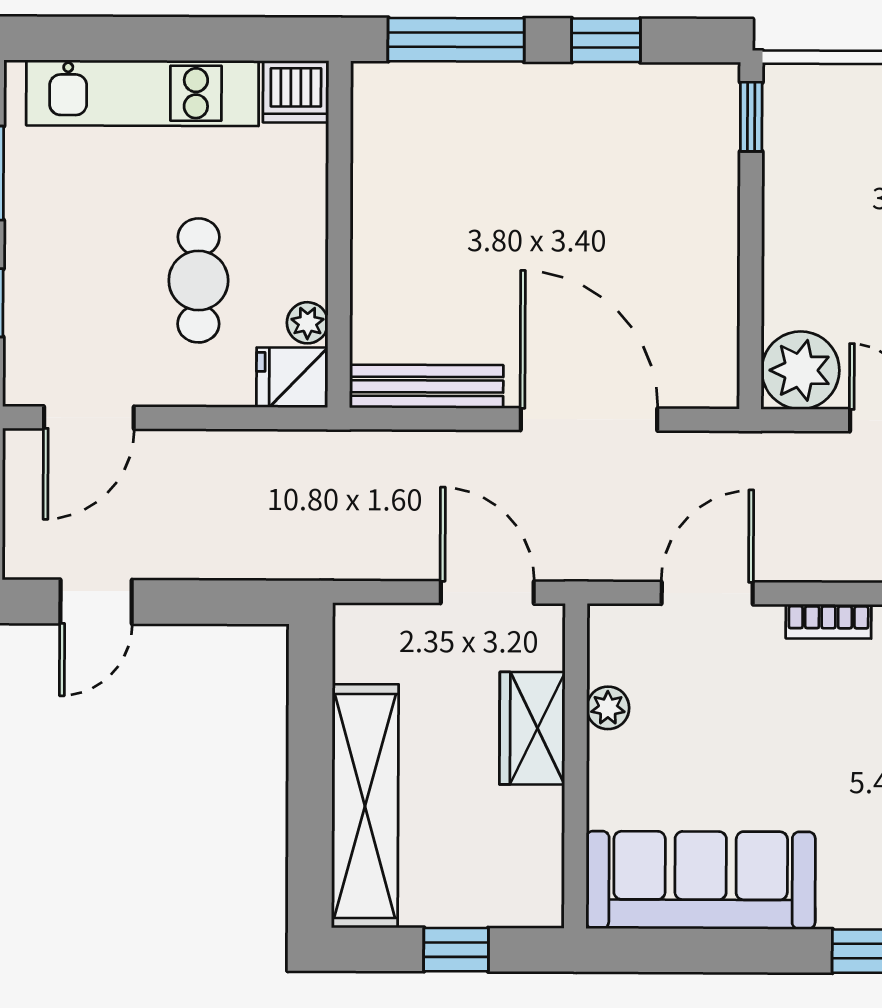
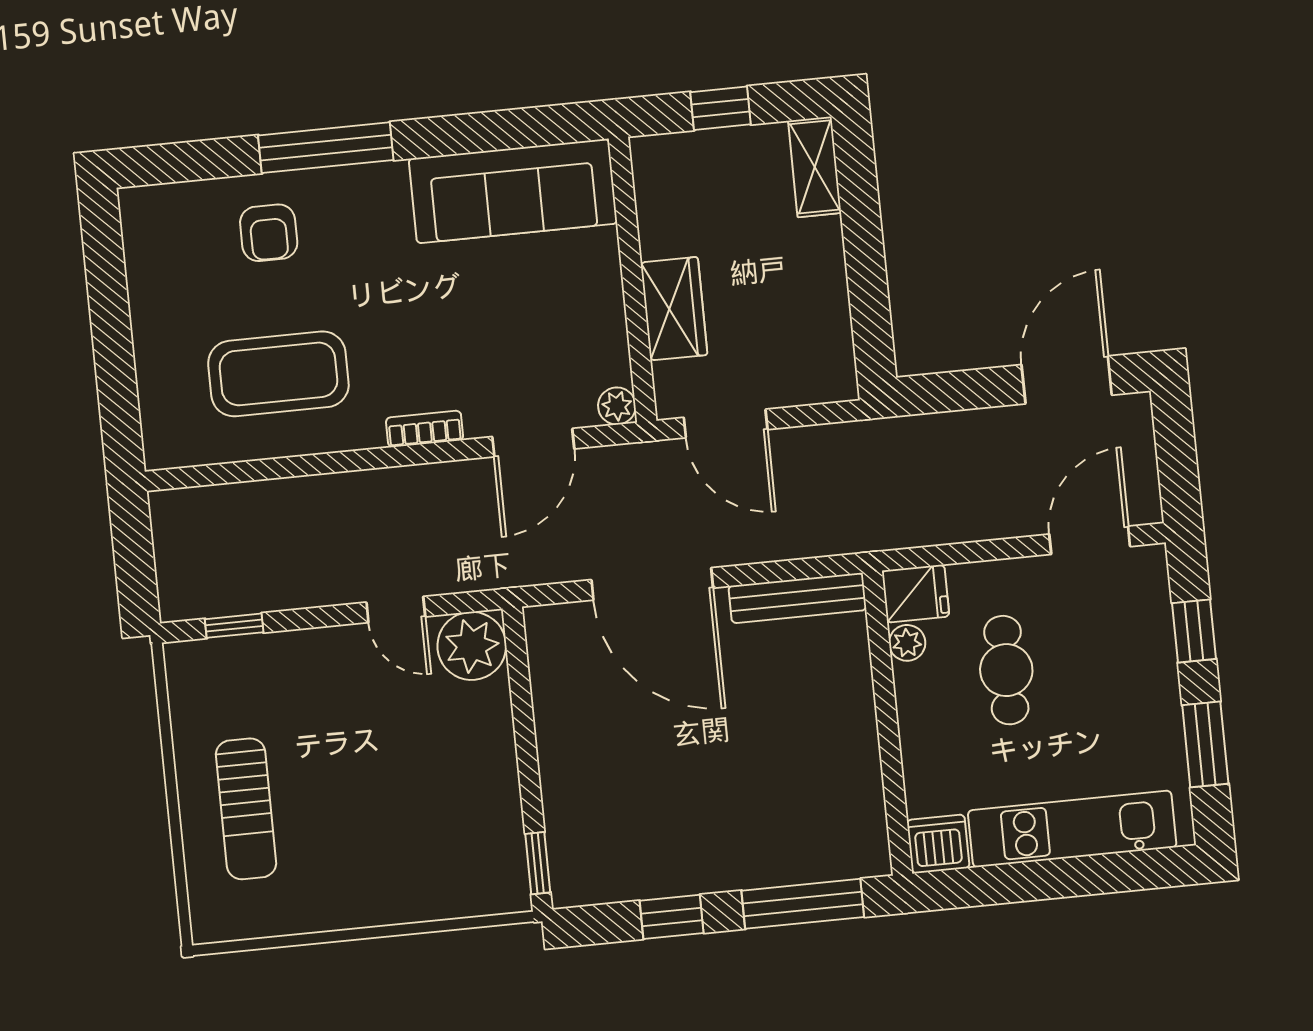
door: (96, 602) -> (1067, 380), width x1.38
plant: (608, 708) -> (617, 406), moved
shelving: (365, 806) -> (815, 167), width x0.45, depth x0.75

